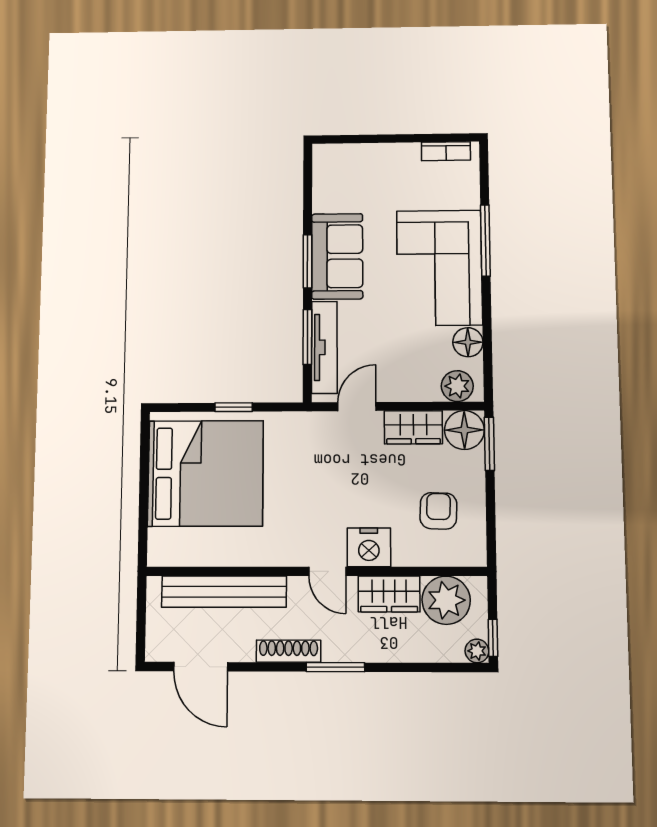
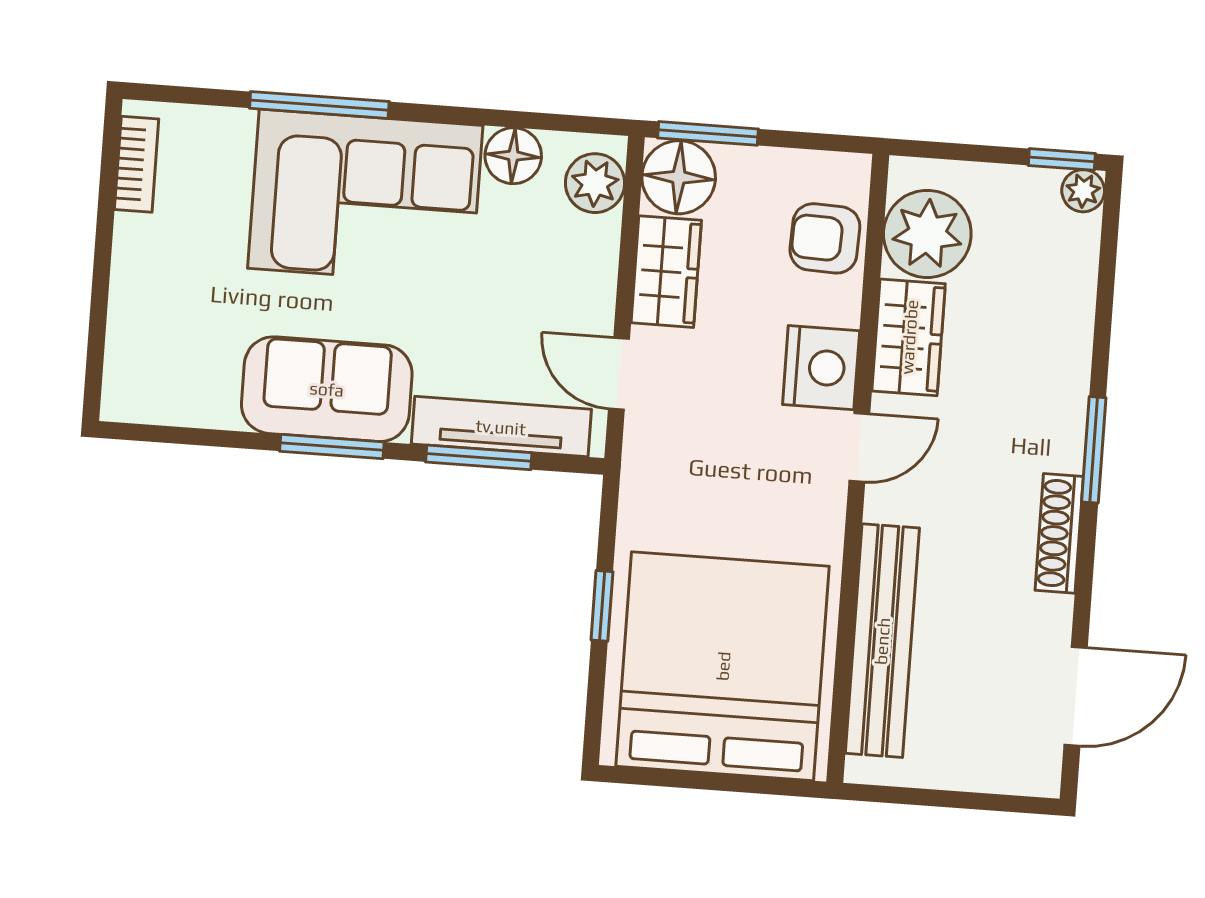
nightstand: (369, 547) -> (821, 368), moved
wall: (316, 571) -> (858, 468), moved
door: (327, 571) -> (859, 447), moved
bench: (224, 592) -> (882, 641), moved
wardrobe: (389, 594) -> (909, 337), moved
plant: (446, 600) -> (927, 234), moved

